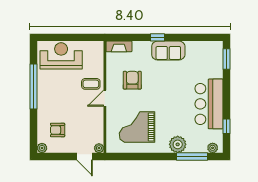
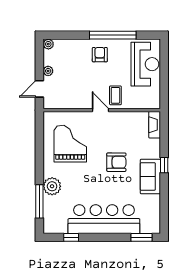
armchair: (132, 80) -> (116, 162), moved
bar counter: (209, 104) -> (104, 219), width x1.36
armchair: (58, 130) -> (100, 55), moved
plant: (99, 148) -> (48, 71), moved
plant: (213, 148) -> (48, 223), removed

